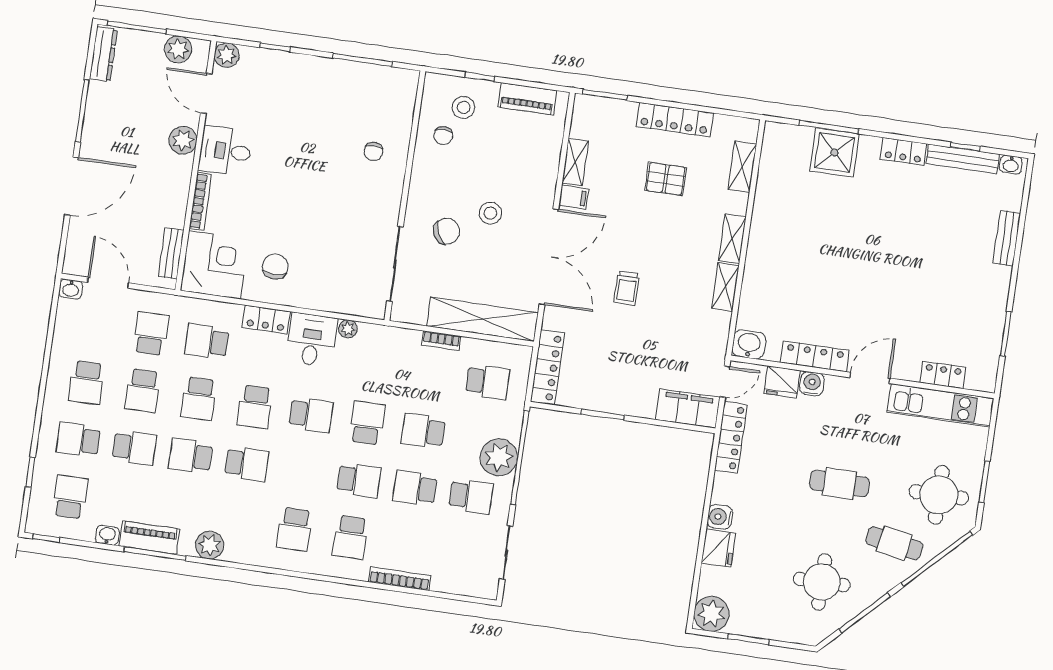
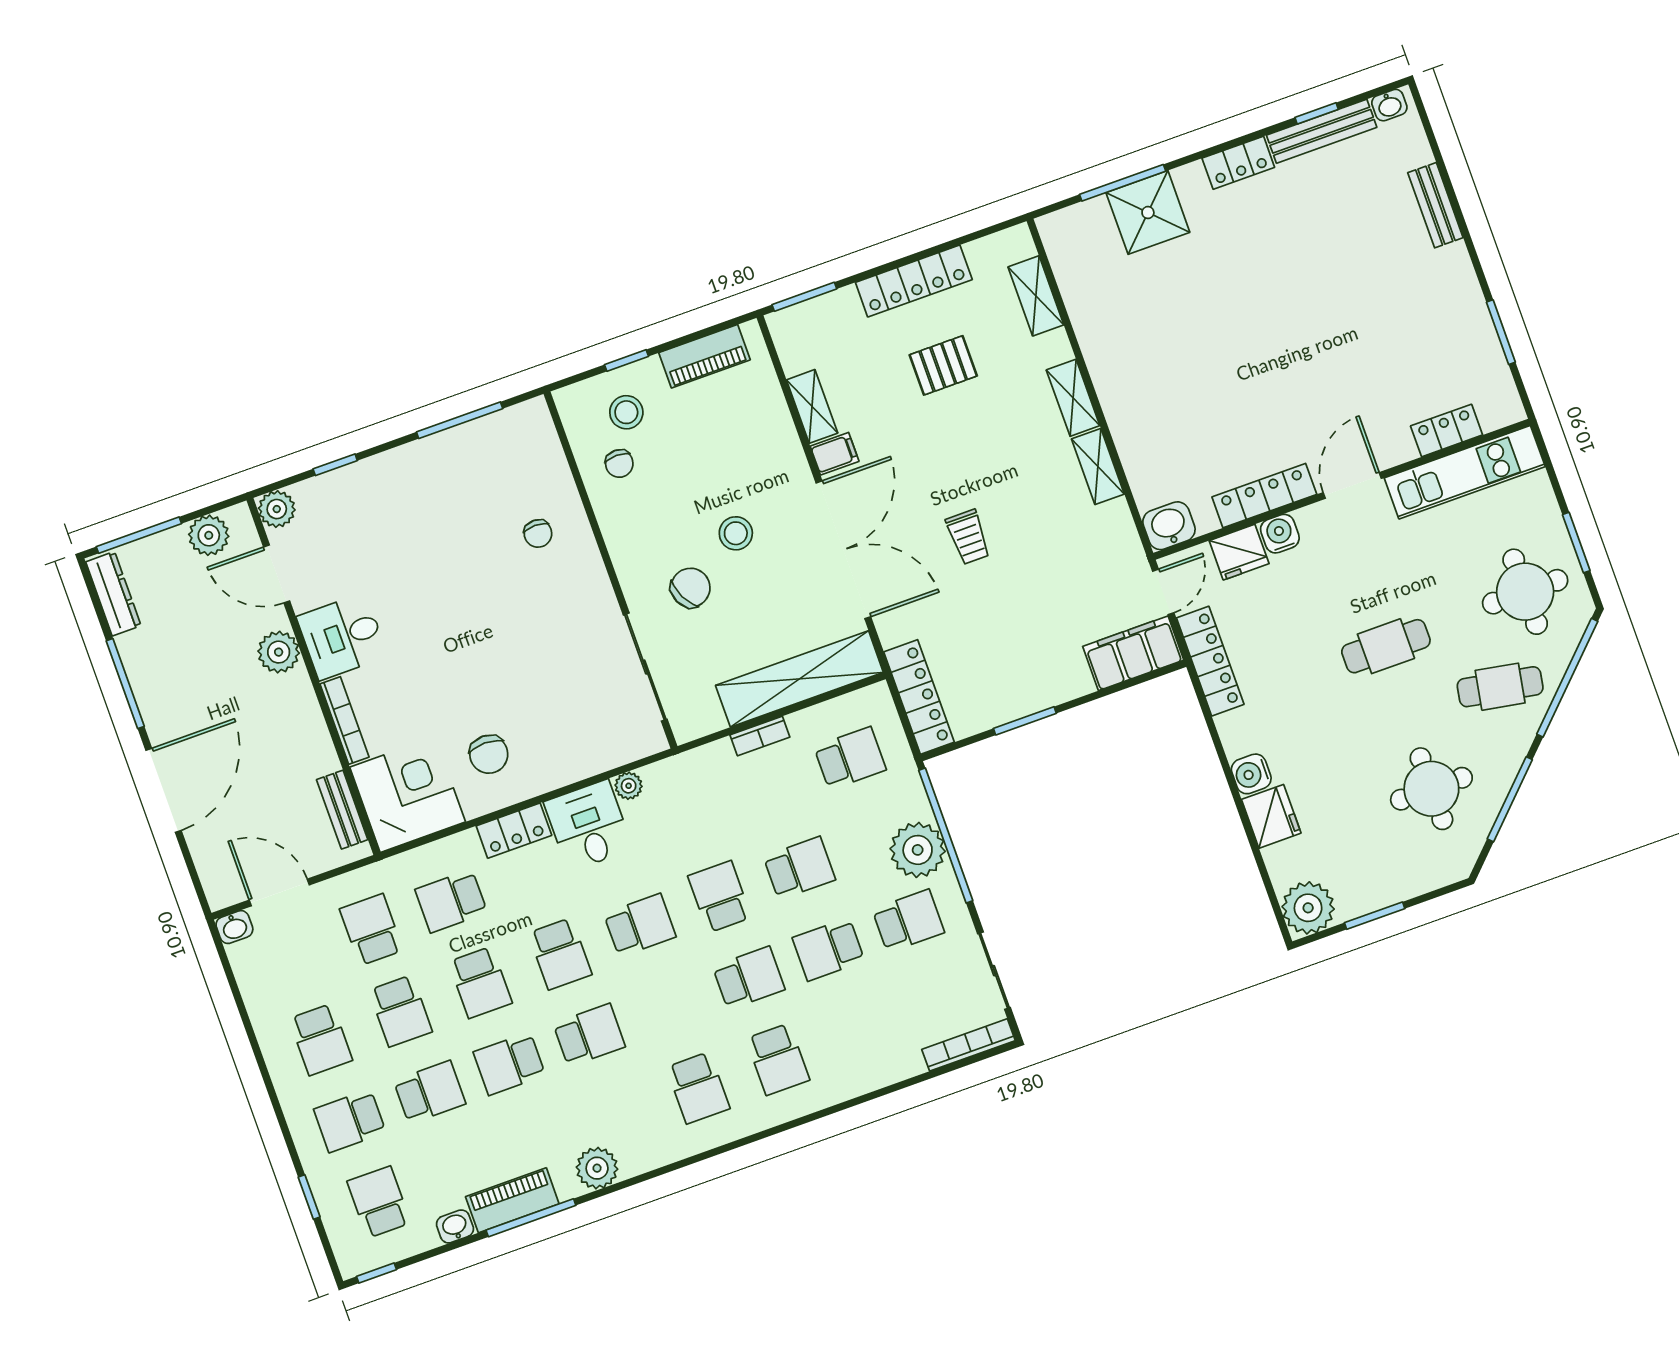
chair: (275, 267) -> (489, 754), turned 180
school desk: (423, 431) -> (799, 868), turned 180
bookcase: (400, 579) -> (968, 1045), moved

